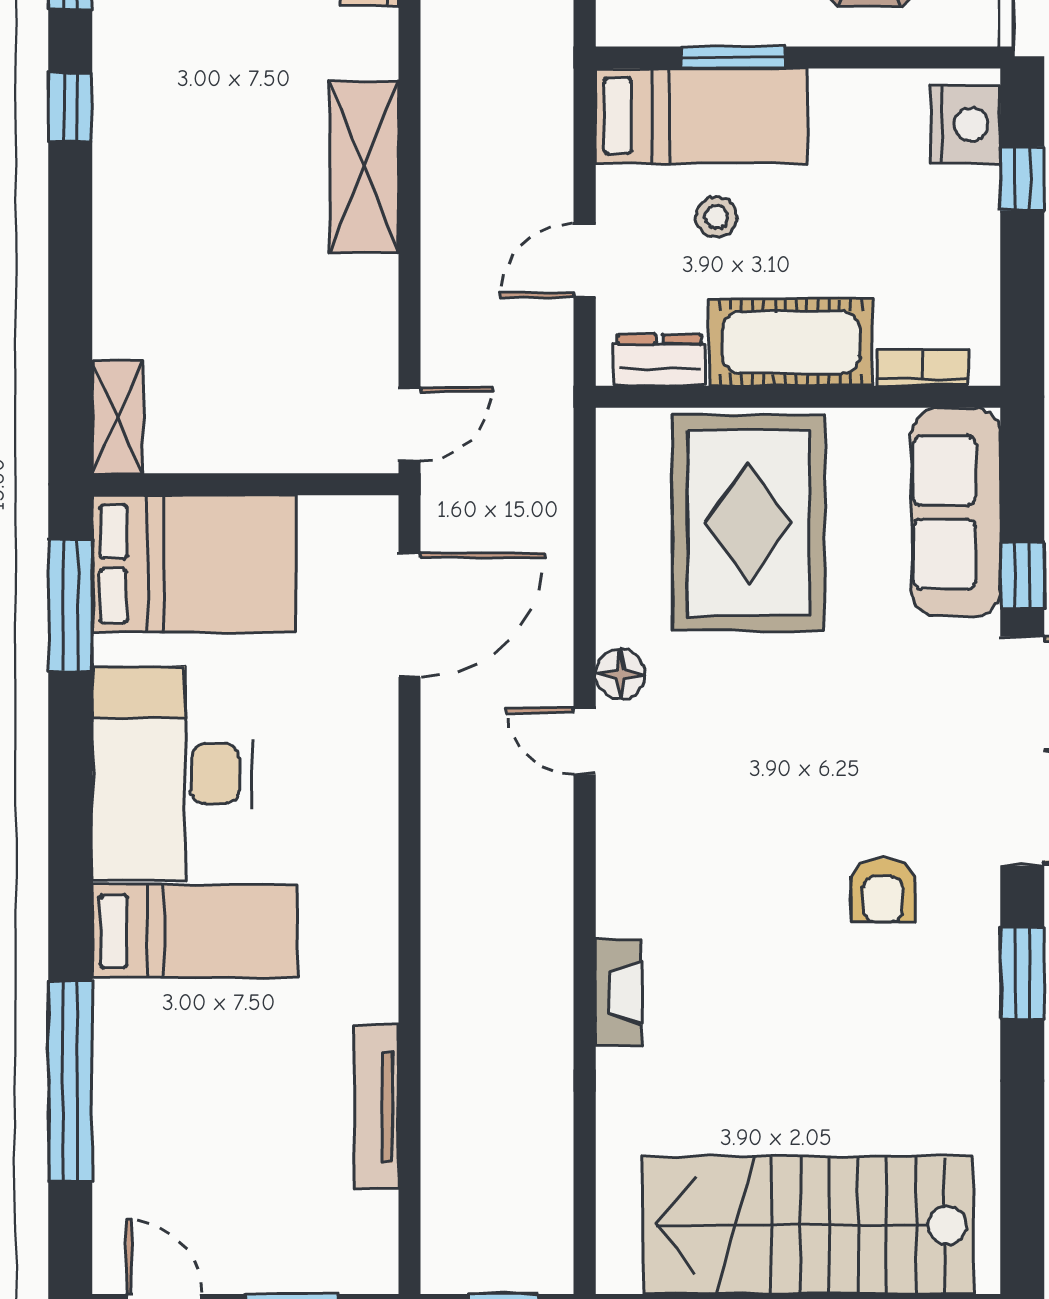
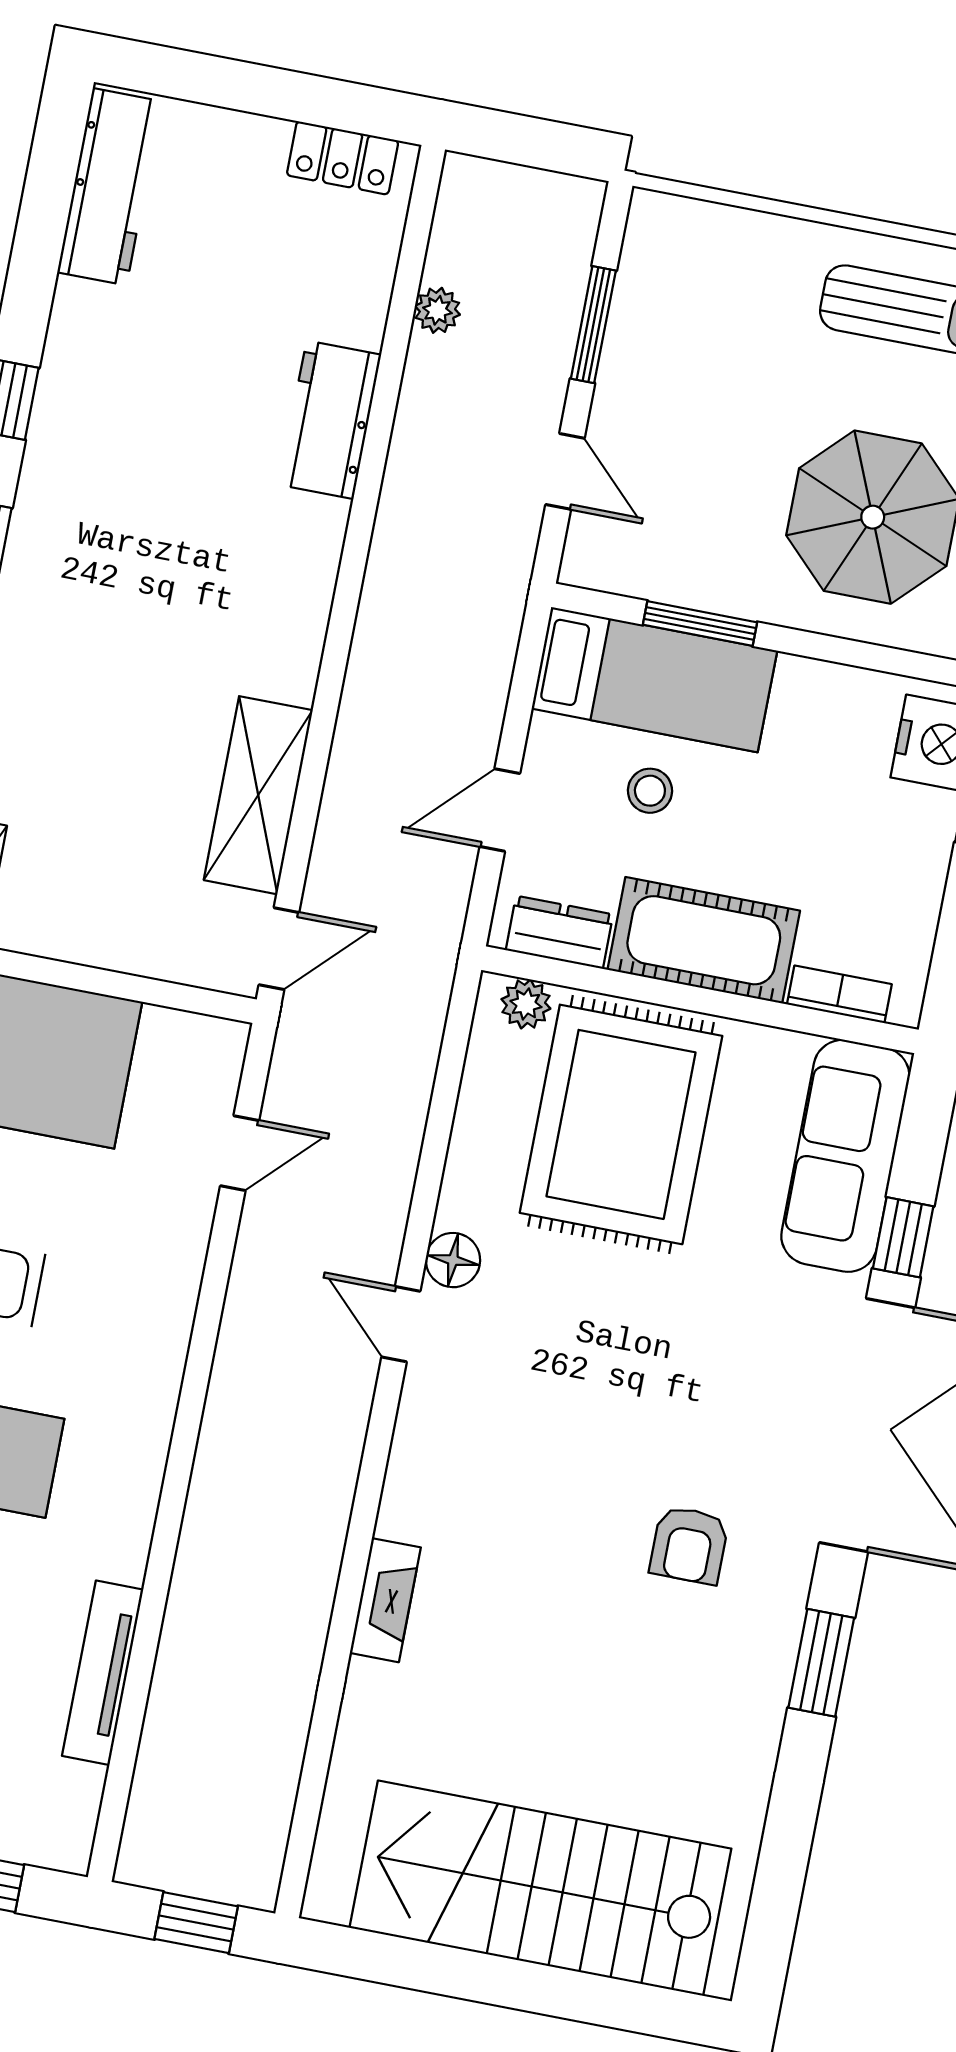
shelving: (364, 167) -> (258, 795), moved
plant: (642, 431) -> (526, 1004), added
door: (409, 615) -> (240, 1153), width x0.53

